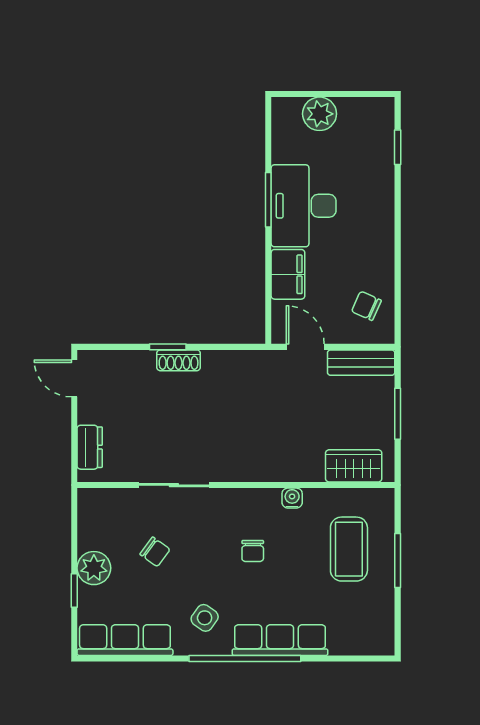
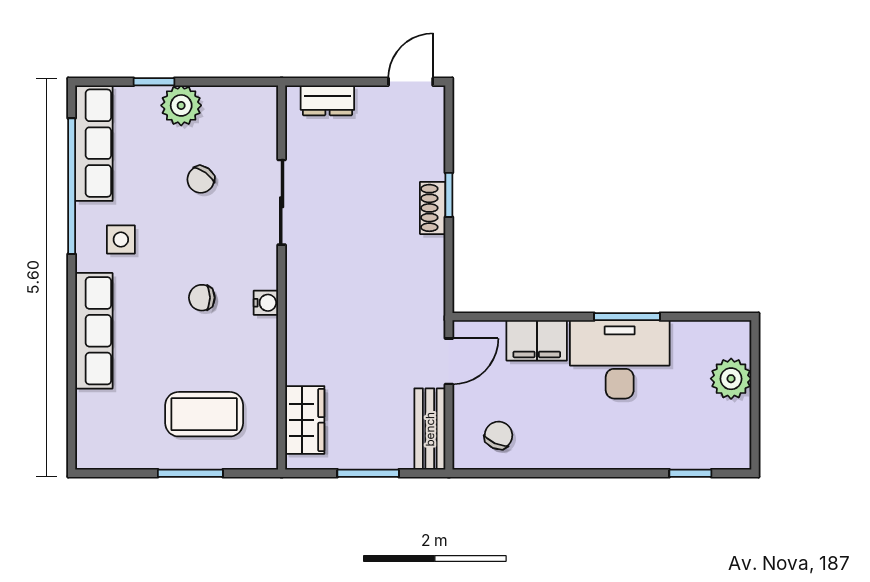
water cooler: (292, 498) -> (266, 303), moved
side table: (205, 618) -> (121, 240), turned -36
window: (245, 659) -> (72, 186), moved

